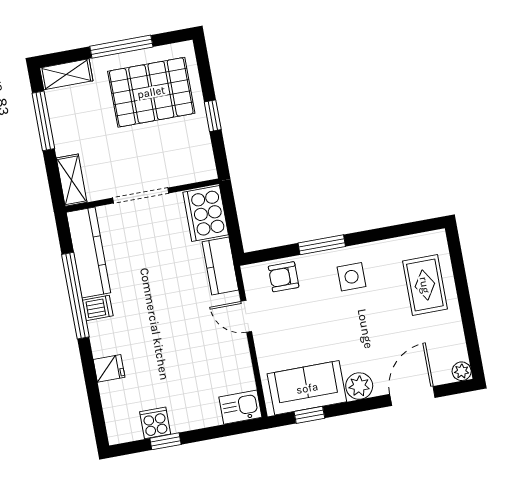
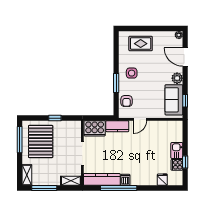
window: (121, 47) -> (20, 140), moved
fridge: (109, 368) -> (162, 180), moved
kitchen sink: (240, 407) -> (177, 150), moved

